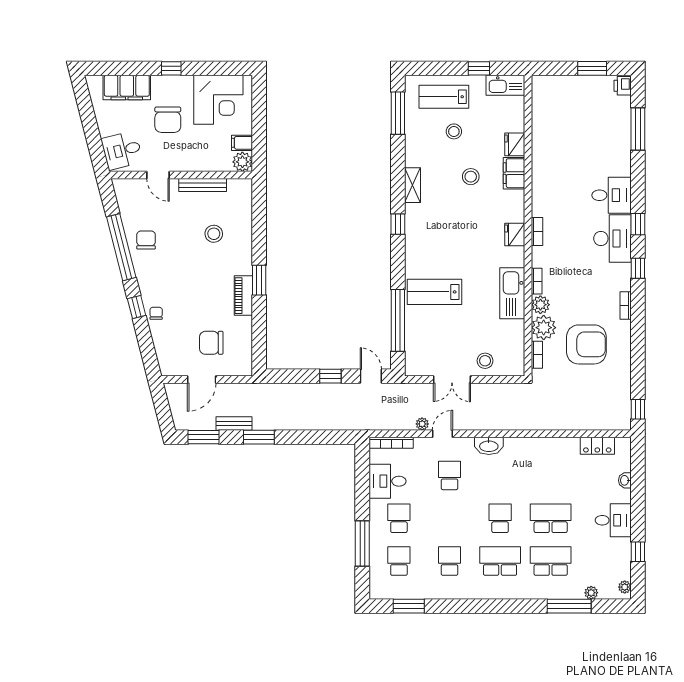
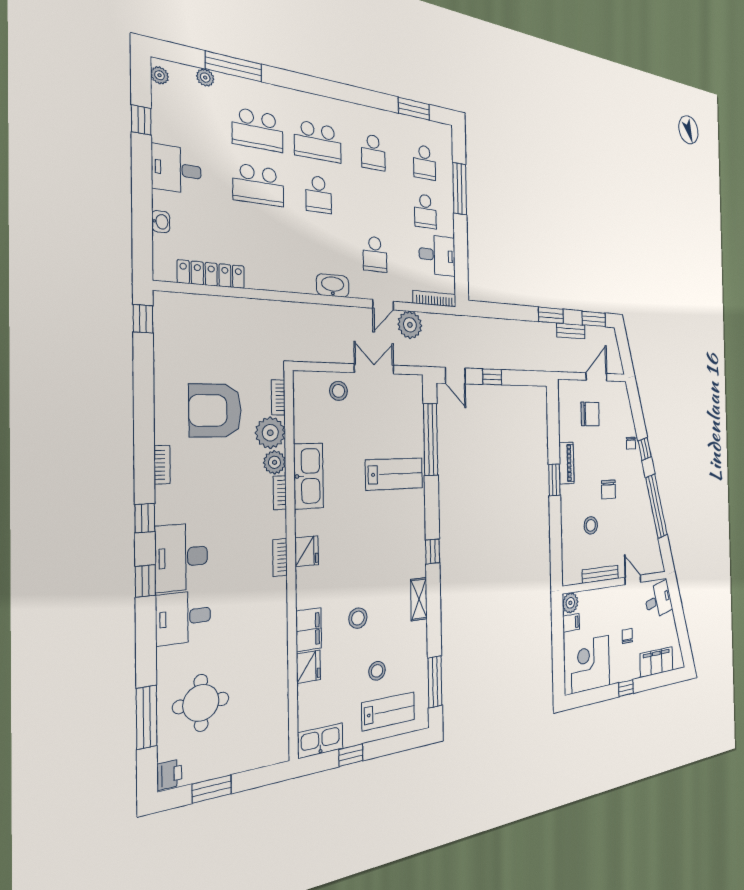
chair: (168, 120) -> (627, 636), width x0.54, depth x0.54
round table: (599, 132) -> (201, 703), added
chair: (146, 240) -> (609, 489), moved
plant: (422, 424) -> (410, 325), width x1.88, depth x1.88
locker: (597, 446) -> (211, 274), width x1.53

